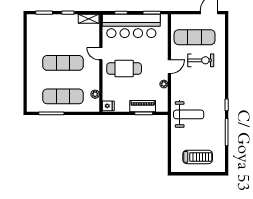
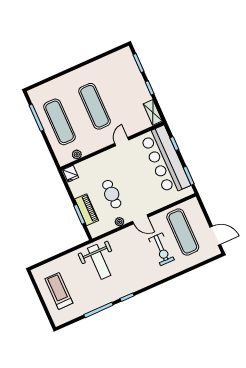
cafe table: (124, 69) -> (112, 194), moved, width x0.73, depth x0.74
treadmill: (198, 157) -> (59, 291), turned 180

